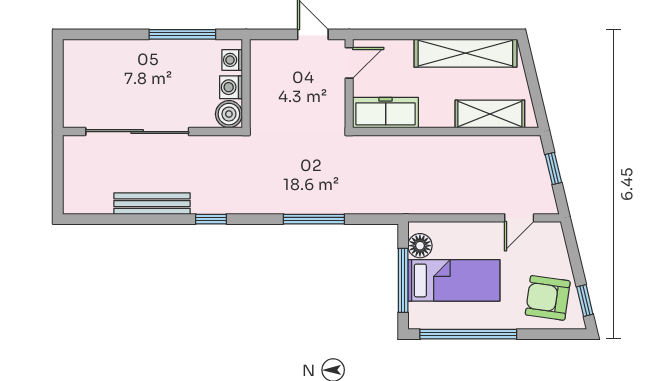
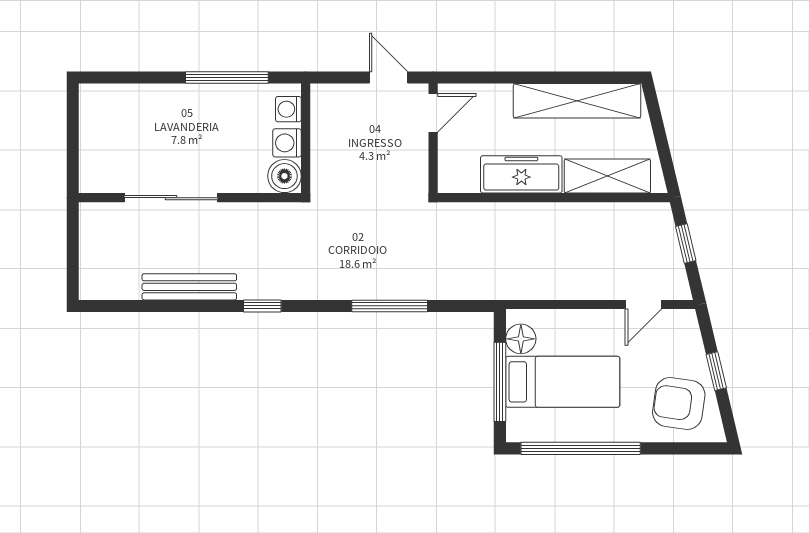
freezer: (386, 113) -> (521, 174), moved
sliding door: (137, 132) -> (171, 198), width x0.73
window: (585, 300) -> (716, 371), moved

